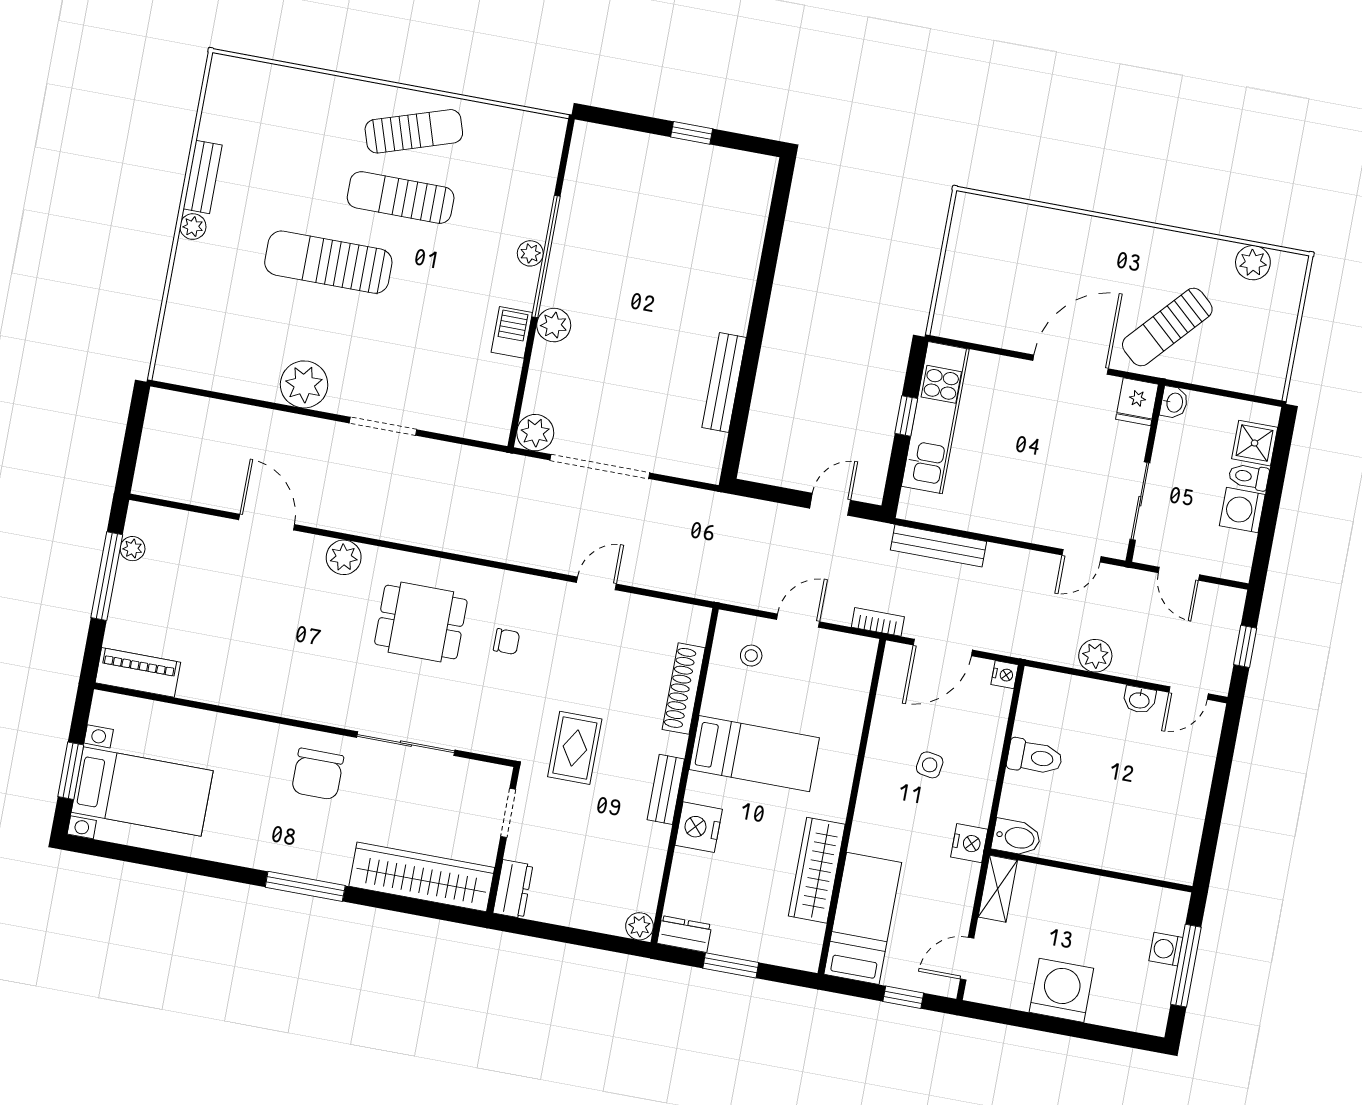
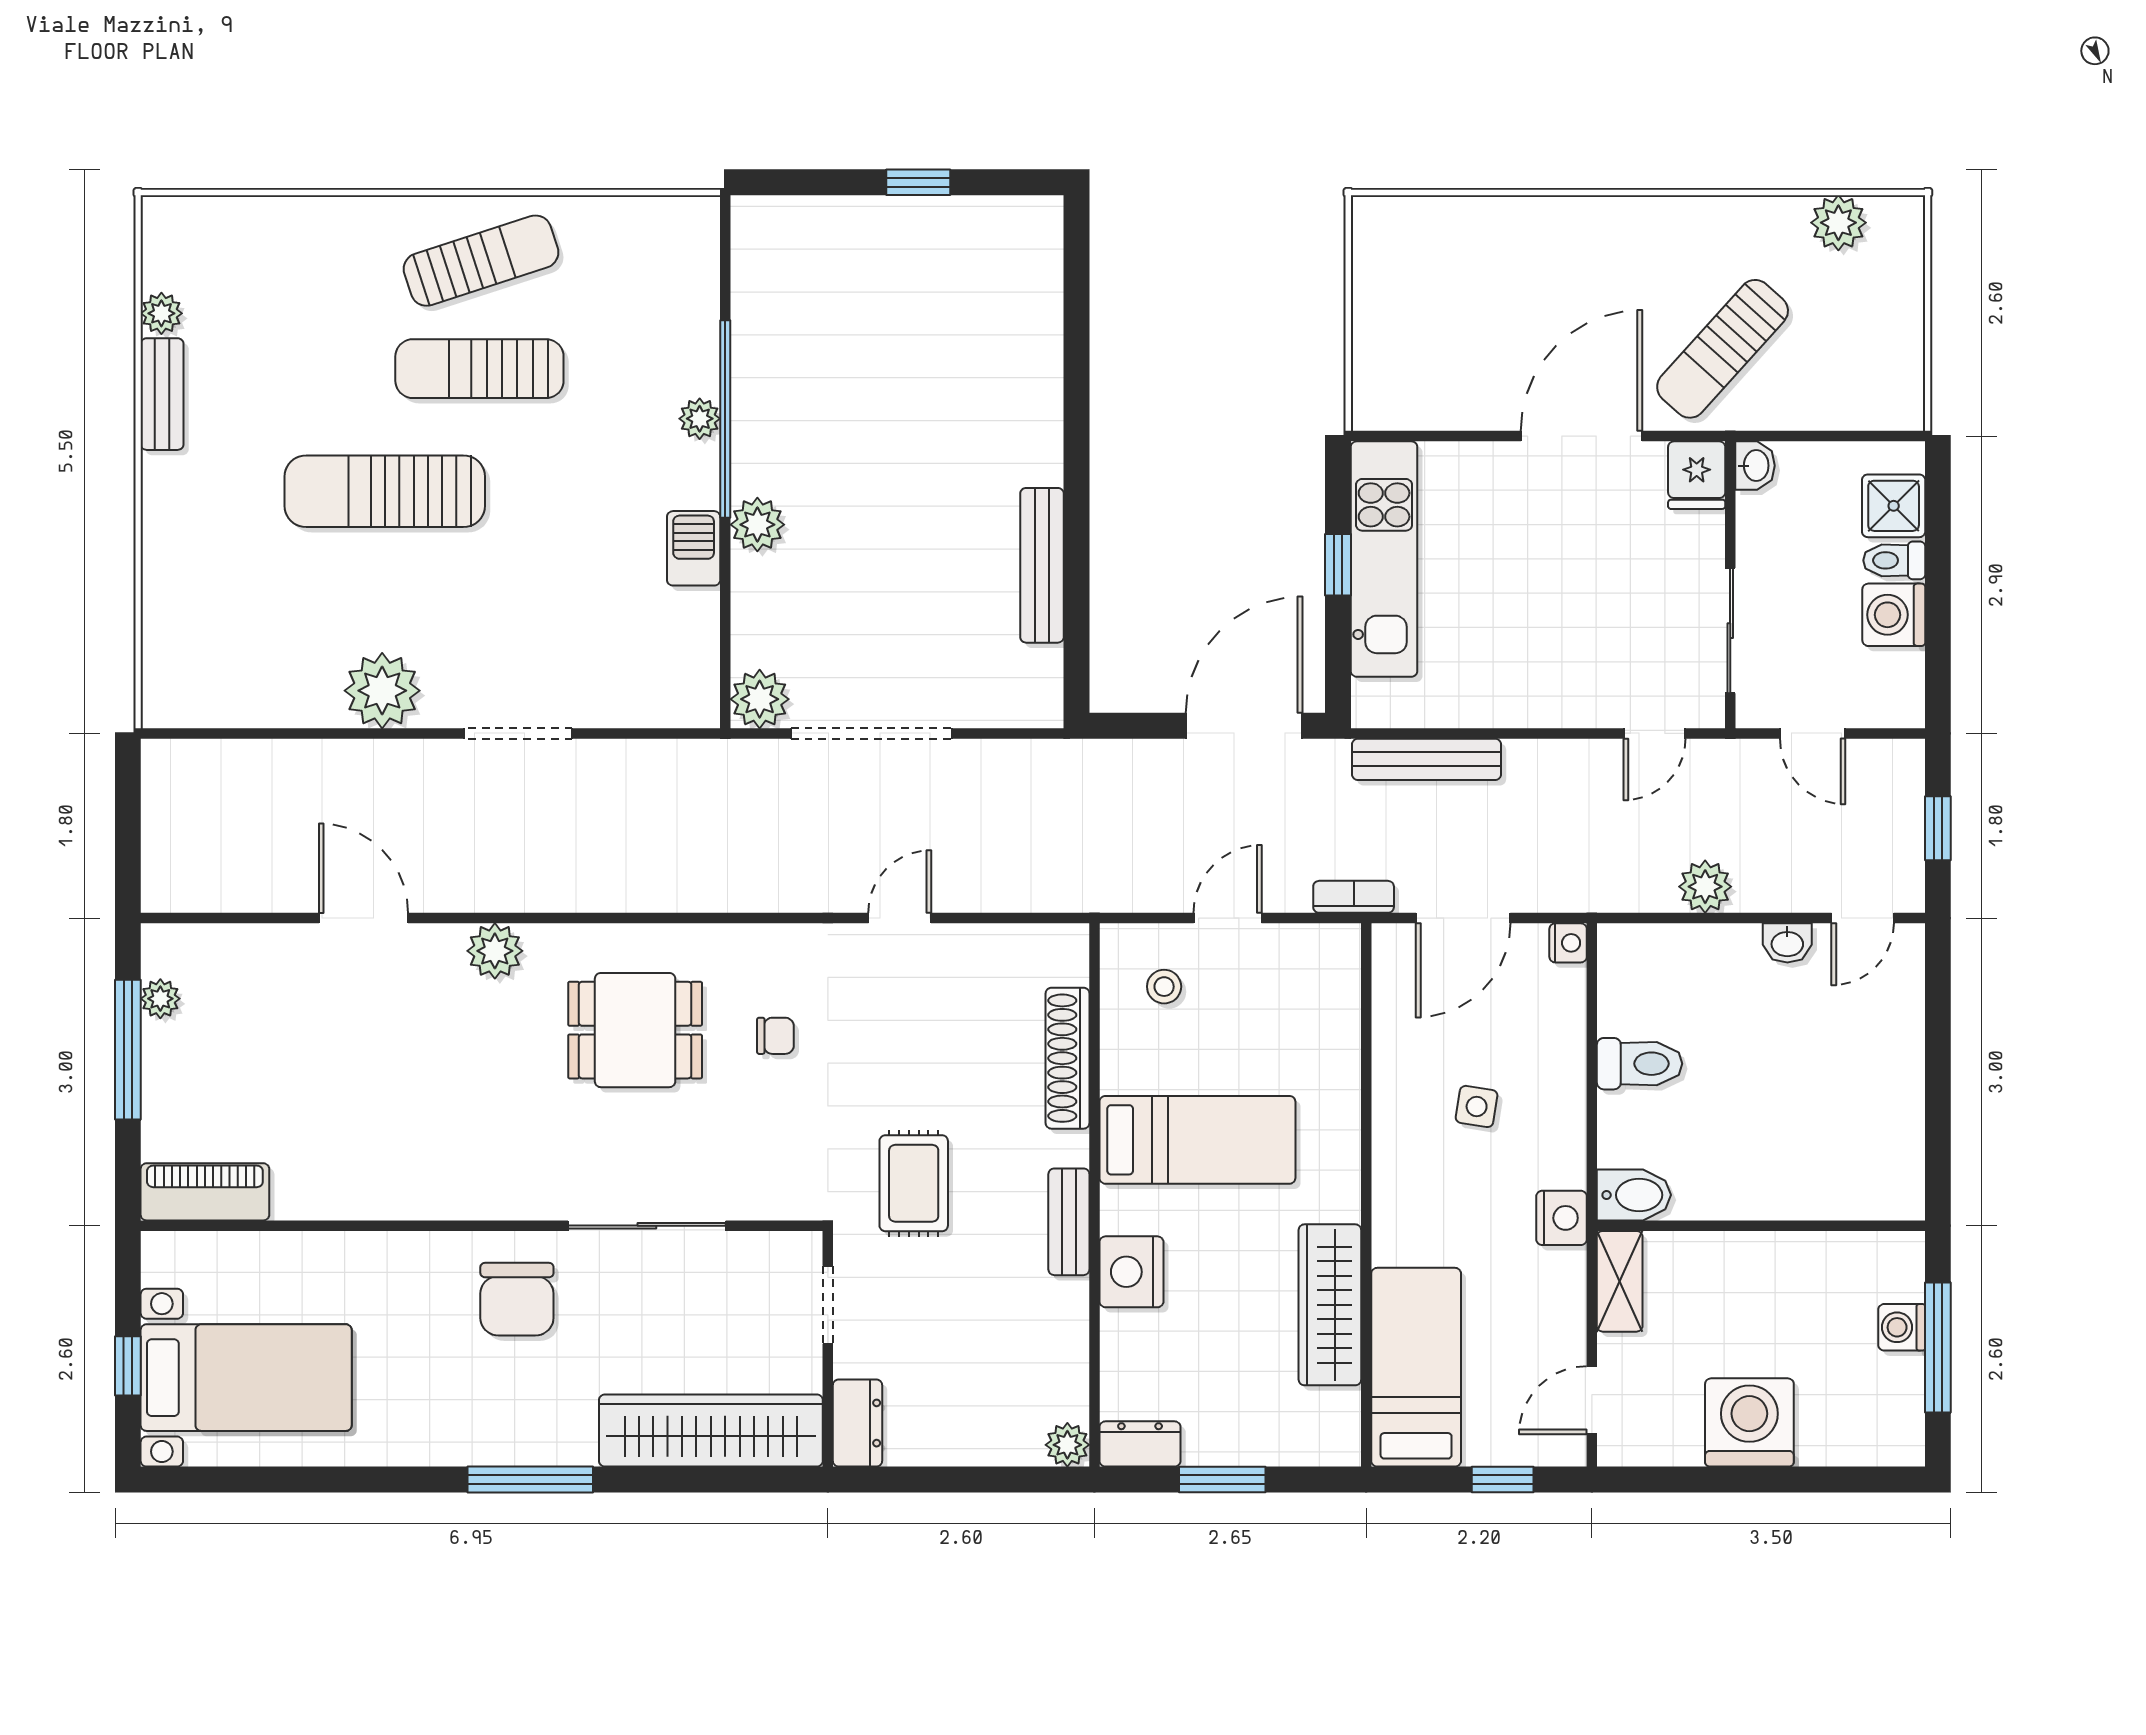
plant: (193, 227) -> (161, 313), moved
door: (830, 504) -> (1244, 726), width x1.87
window: (71, 771) -> (128, 1366), width x0.67

